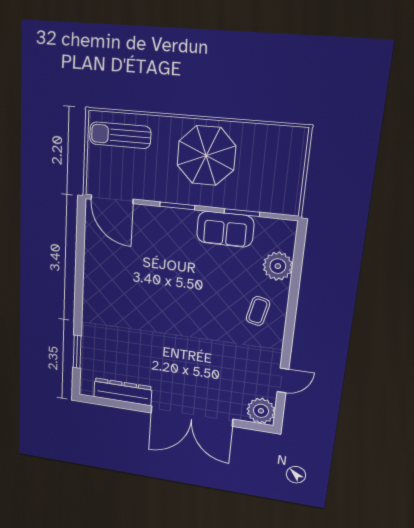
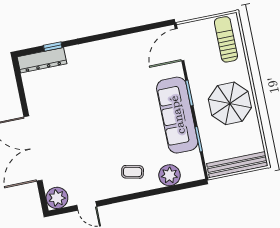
bench: (293, 171) -> (237, 165), added
sofa: (225, 229) -> (177, 115), width x1.85, depth x1.27
window: (77, 352) -> (53, 47), width x0.67
dresser: (123, 392) -> (42, 60), moved, turned 90

